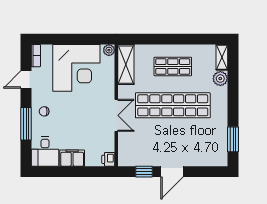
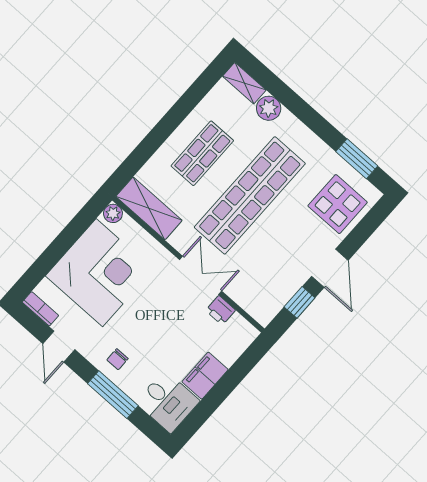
display table: (204, 149) -> (338, 204), added
printer: (108, 159) -> (220, 310), moved

